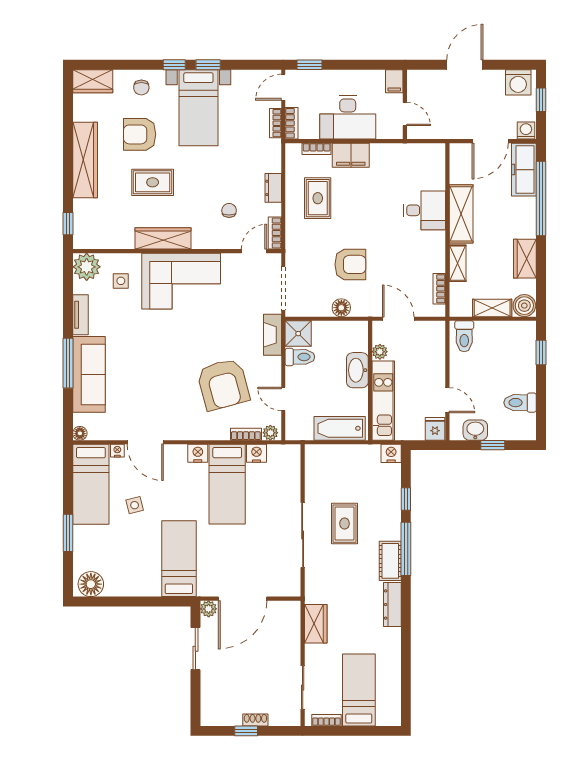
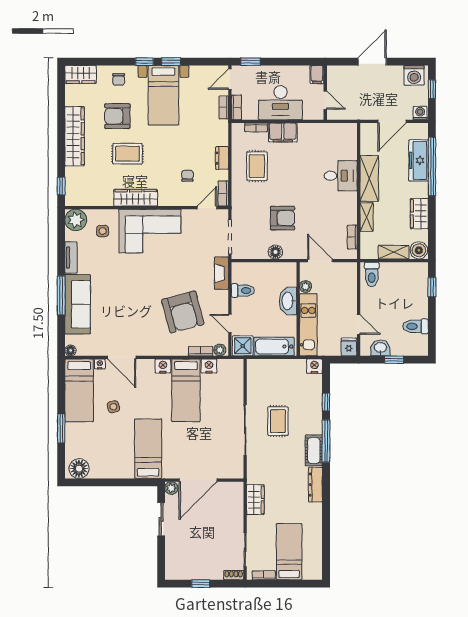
freezer: (524, 170) -> (419, 160), moved
shower: (298, 334) -> (243, 346), moved
shoe rack: (255, 720) -> (234, 575), moved

